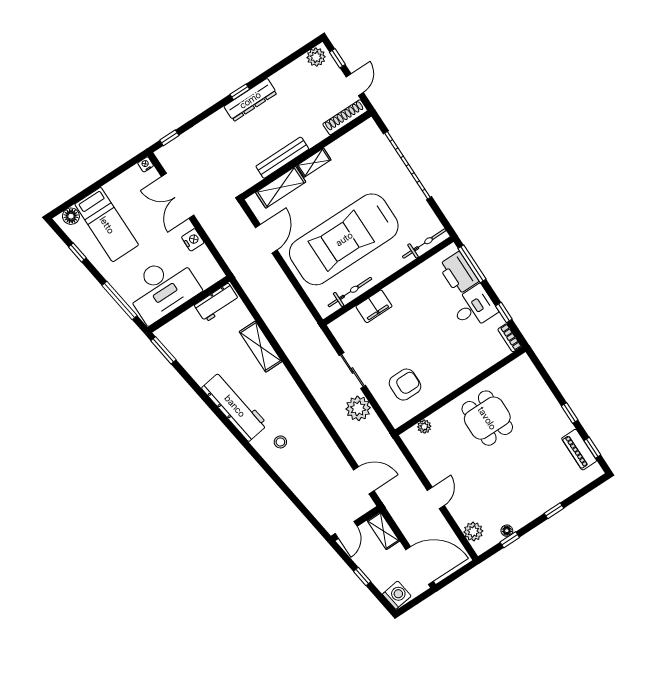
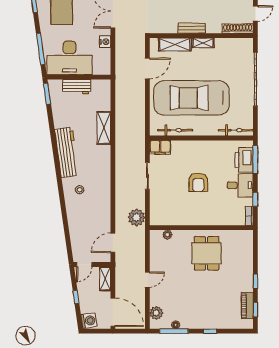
bench: (282, 158) -> (192, 28), width x0.73
workbench: (217, 303) -> (77, 87), moved
filing cabinet: (374, 306) -> (160, 147), moved
armchair: (405, 385) -> (198, 182), moved, turned 90
plant: (358, 408) -> (136, 217), moved
door: (364, 480) -> (113, 243), swing flipped
window: (510, 540) -> (174, 331), width x2.17

